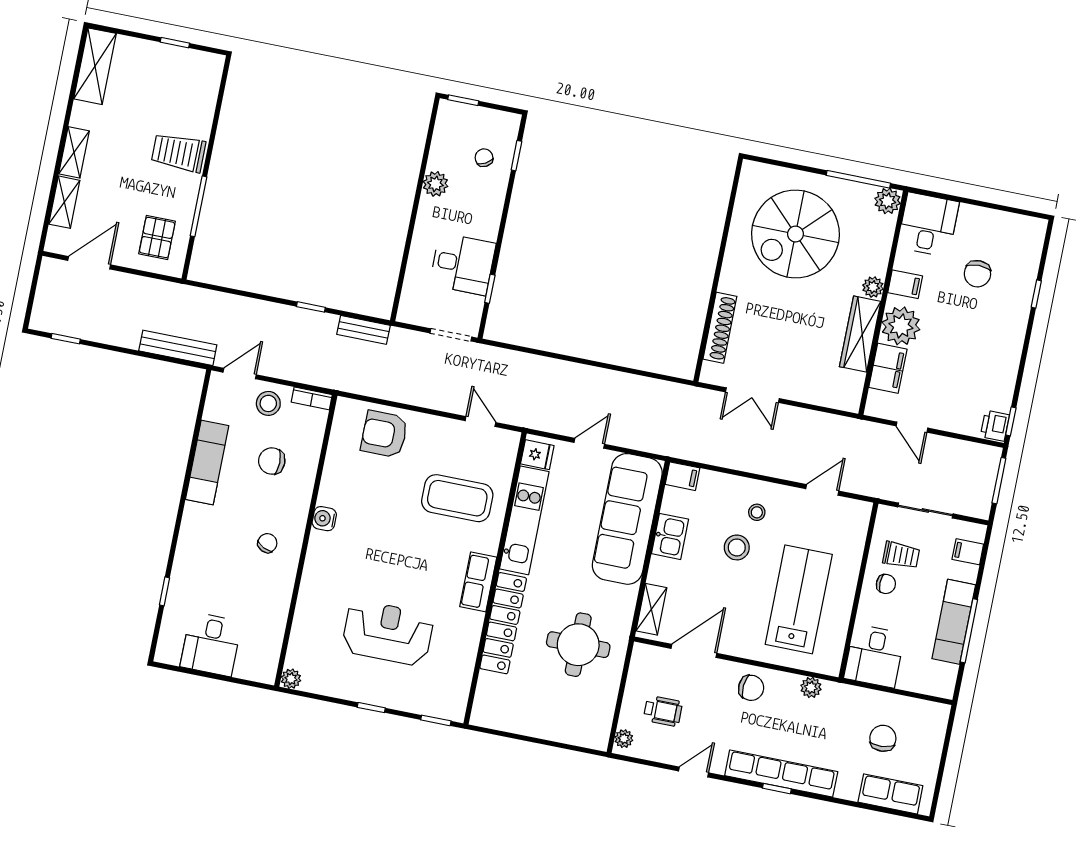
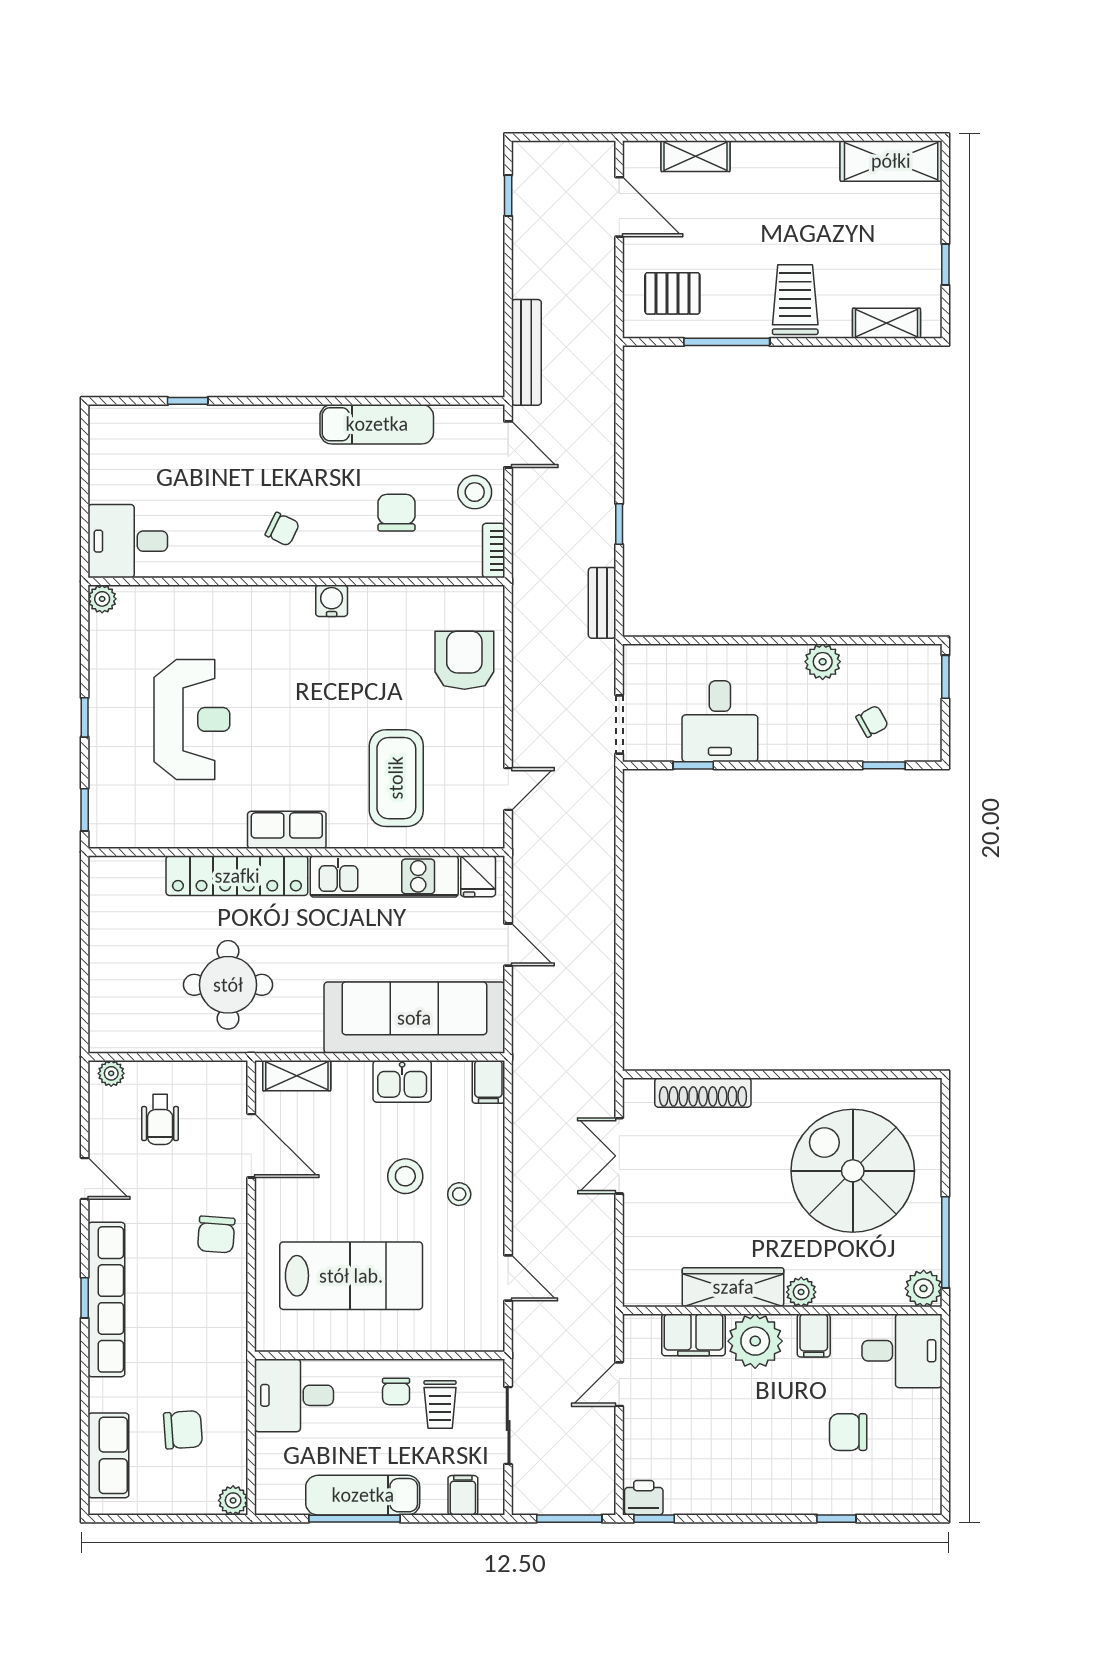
shelving: (74, 152) -> (886, 323), moved
desk: (211, 644) -> (128, 541), moved
plant: (811, 687) -> (233, 1500), moved

